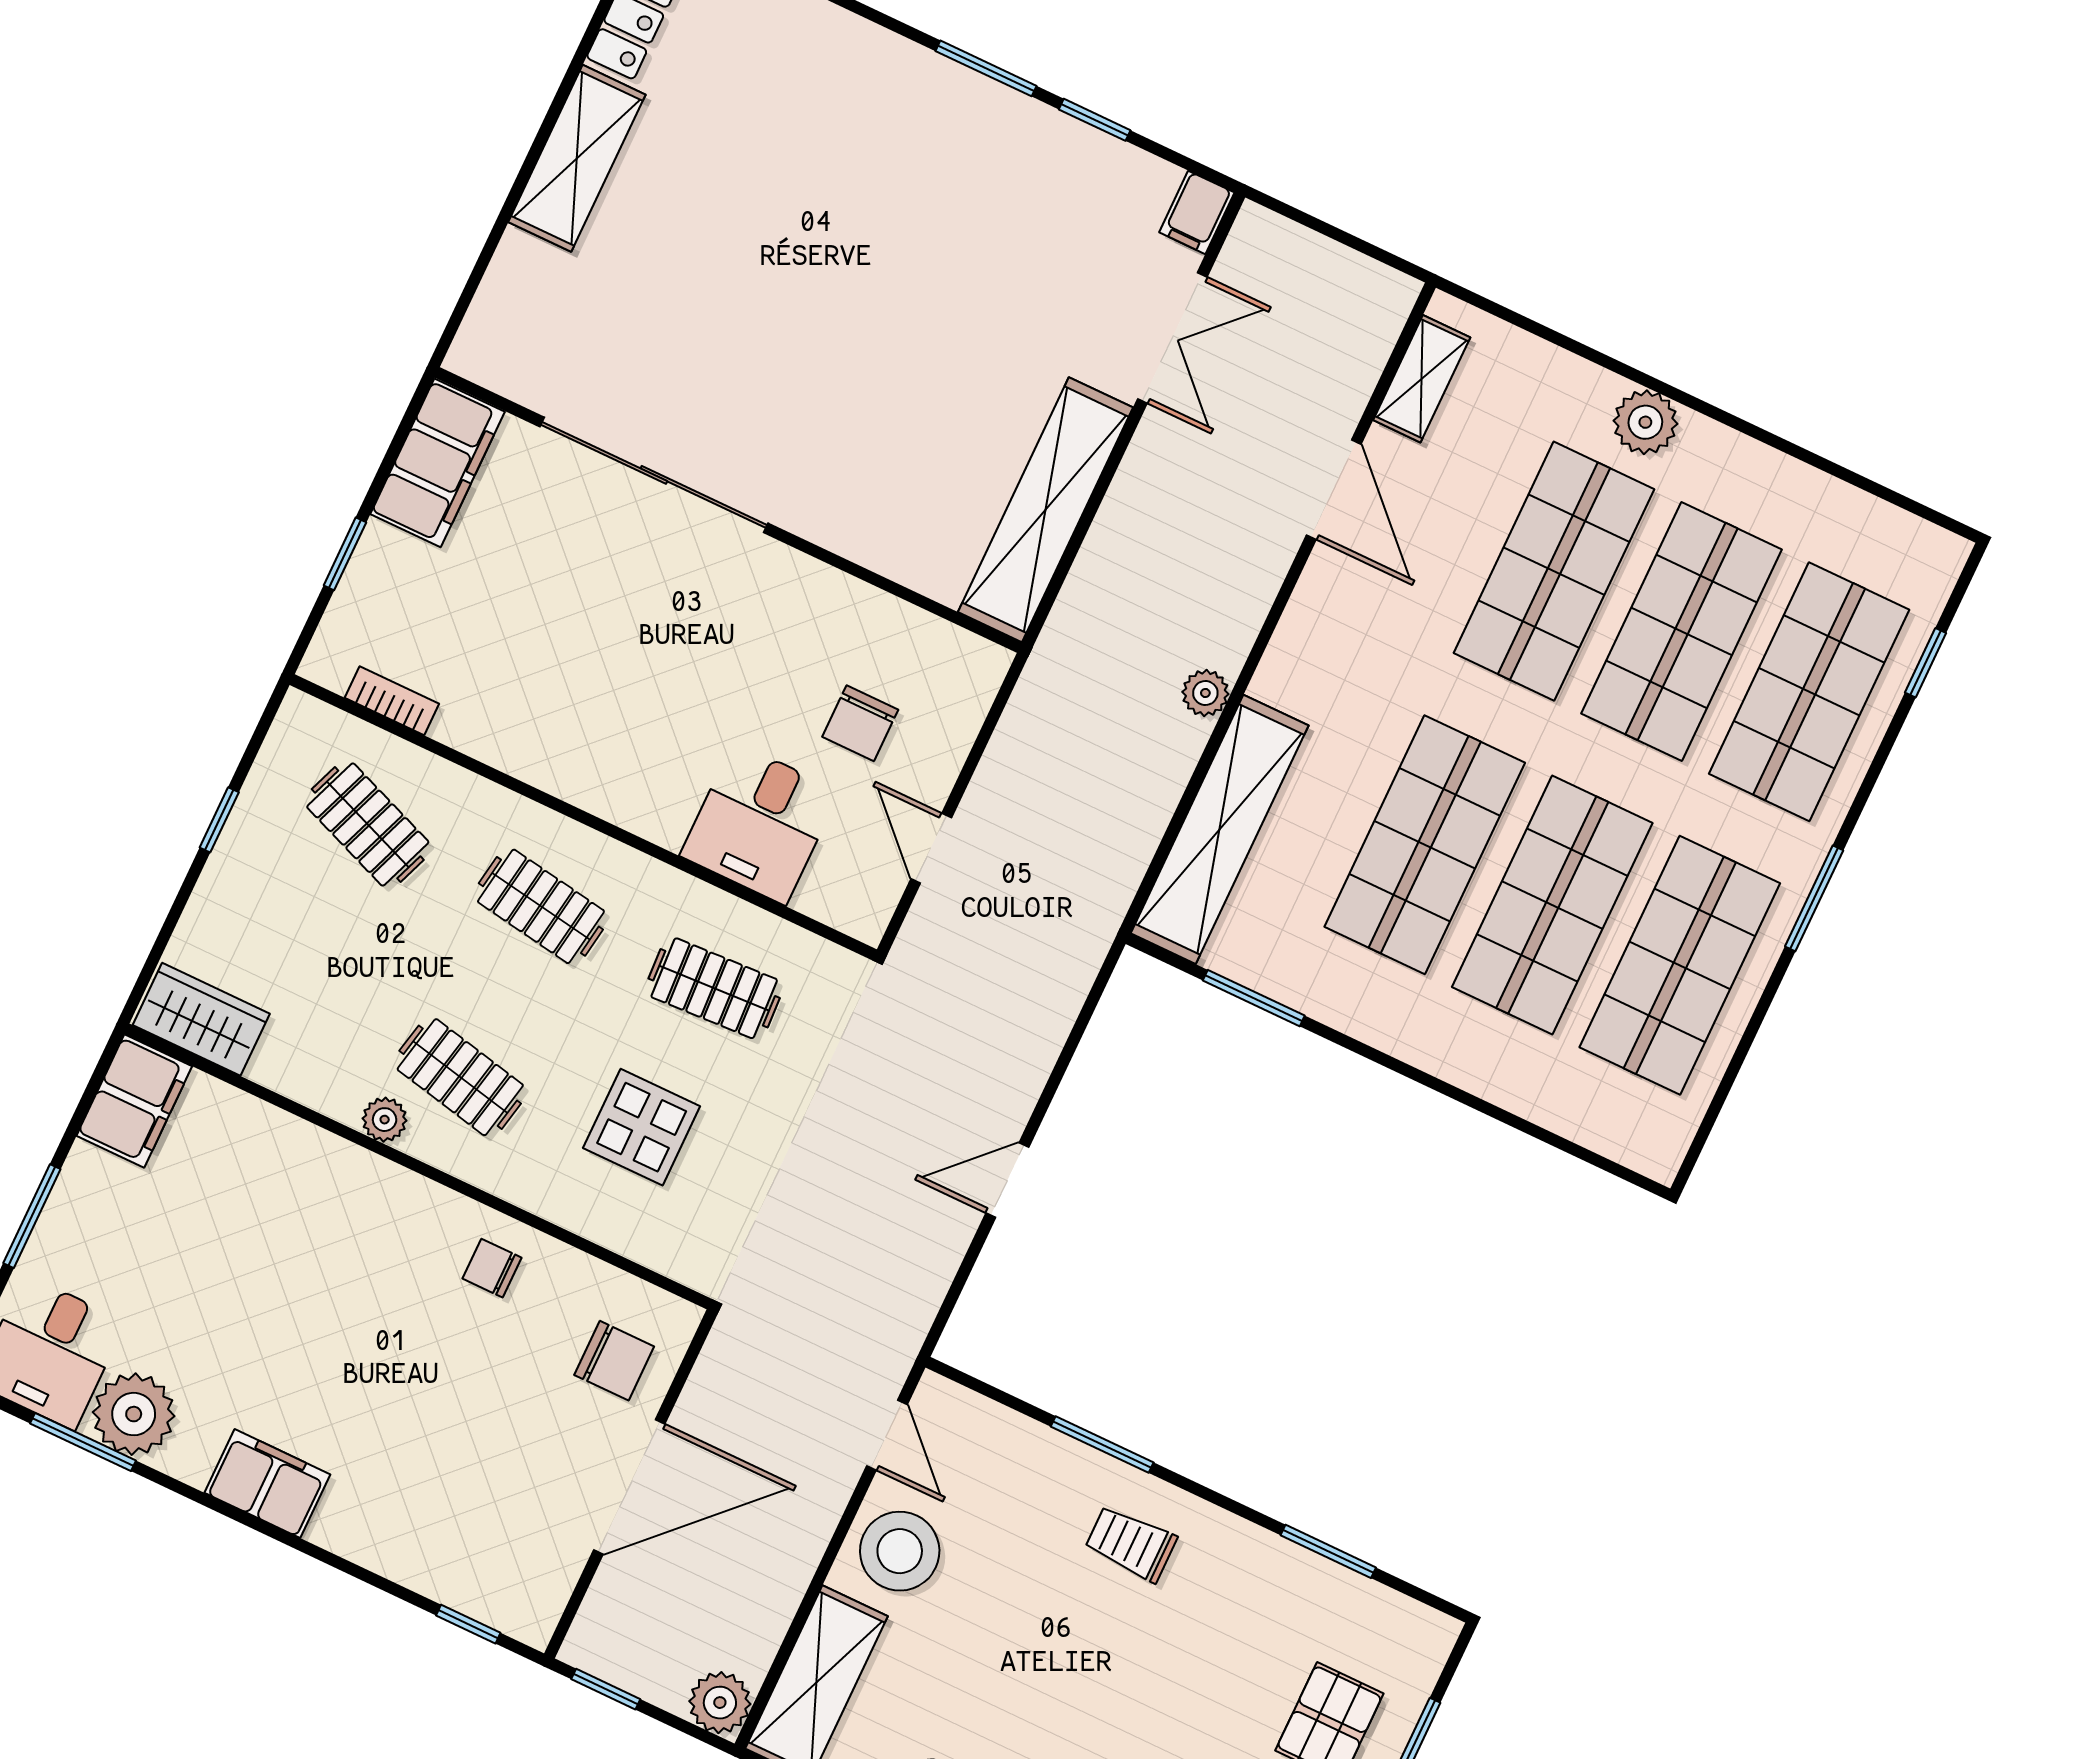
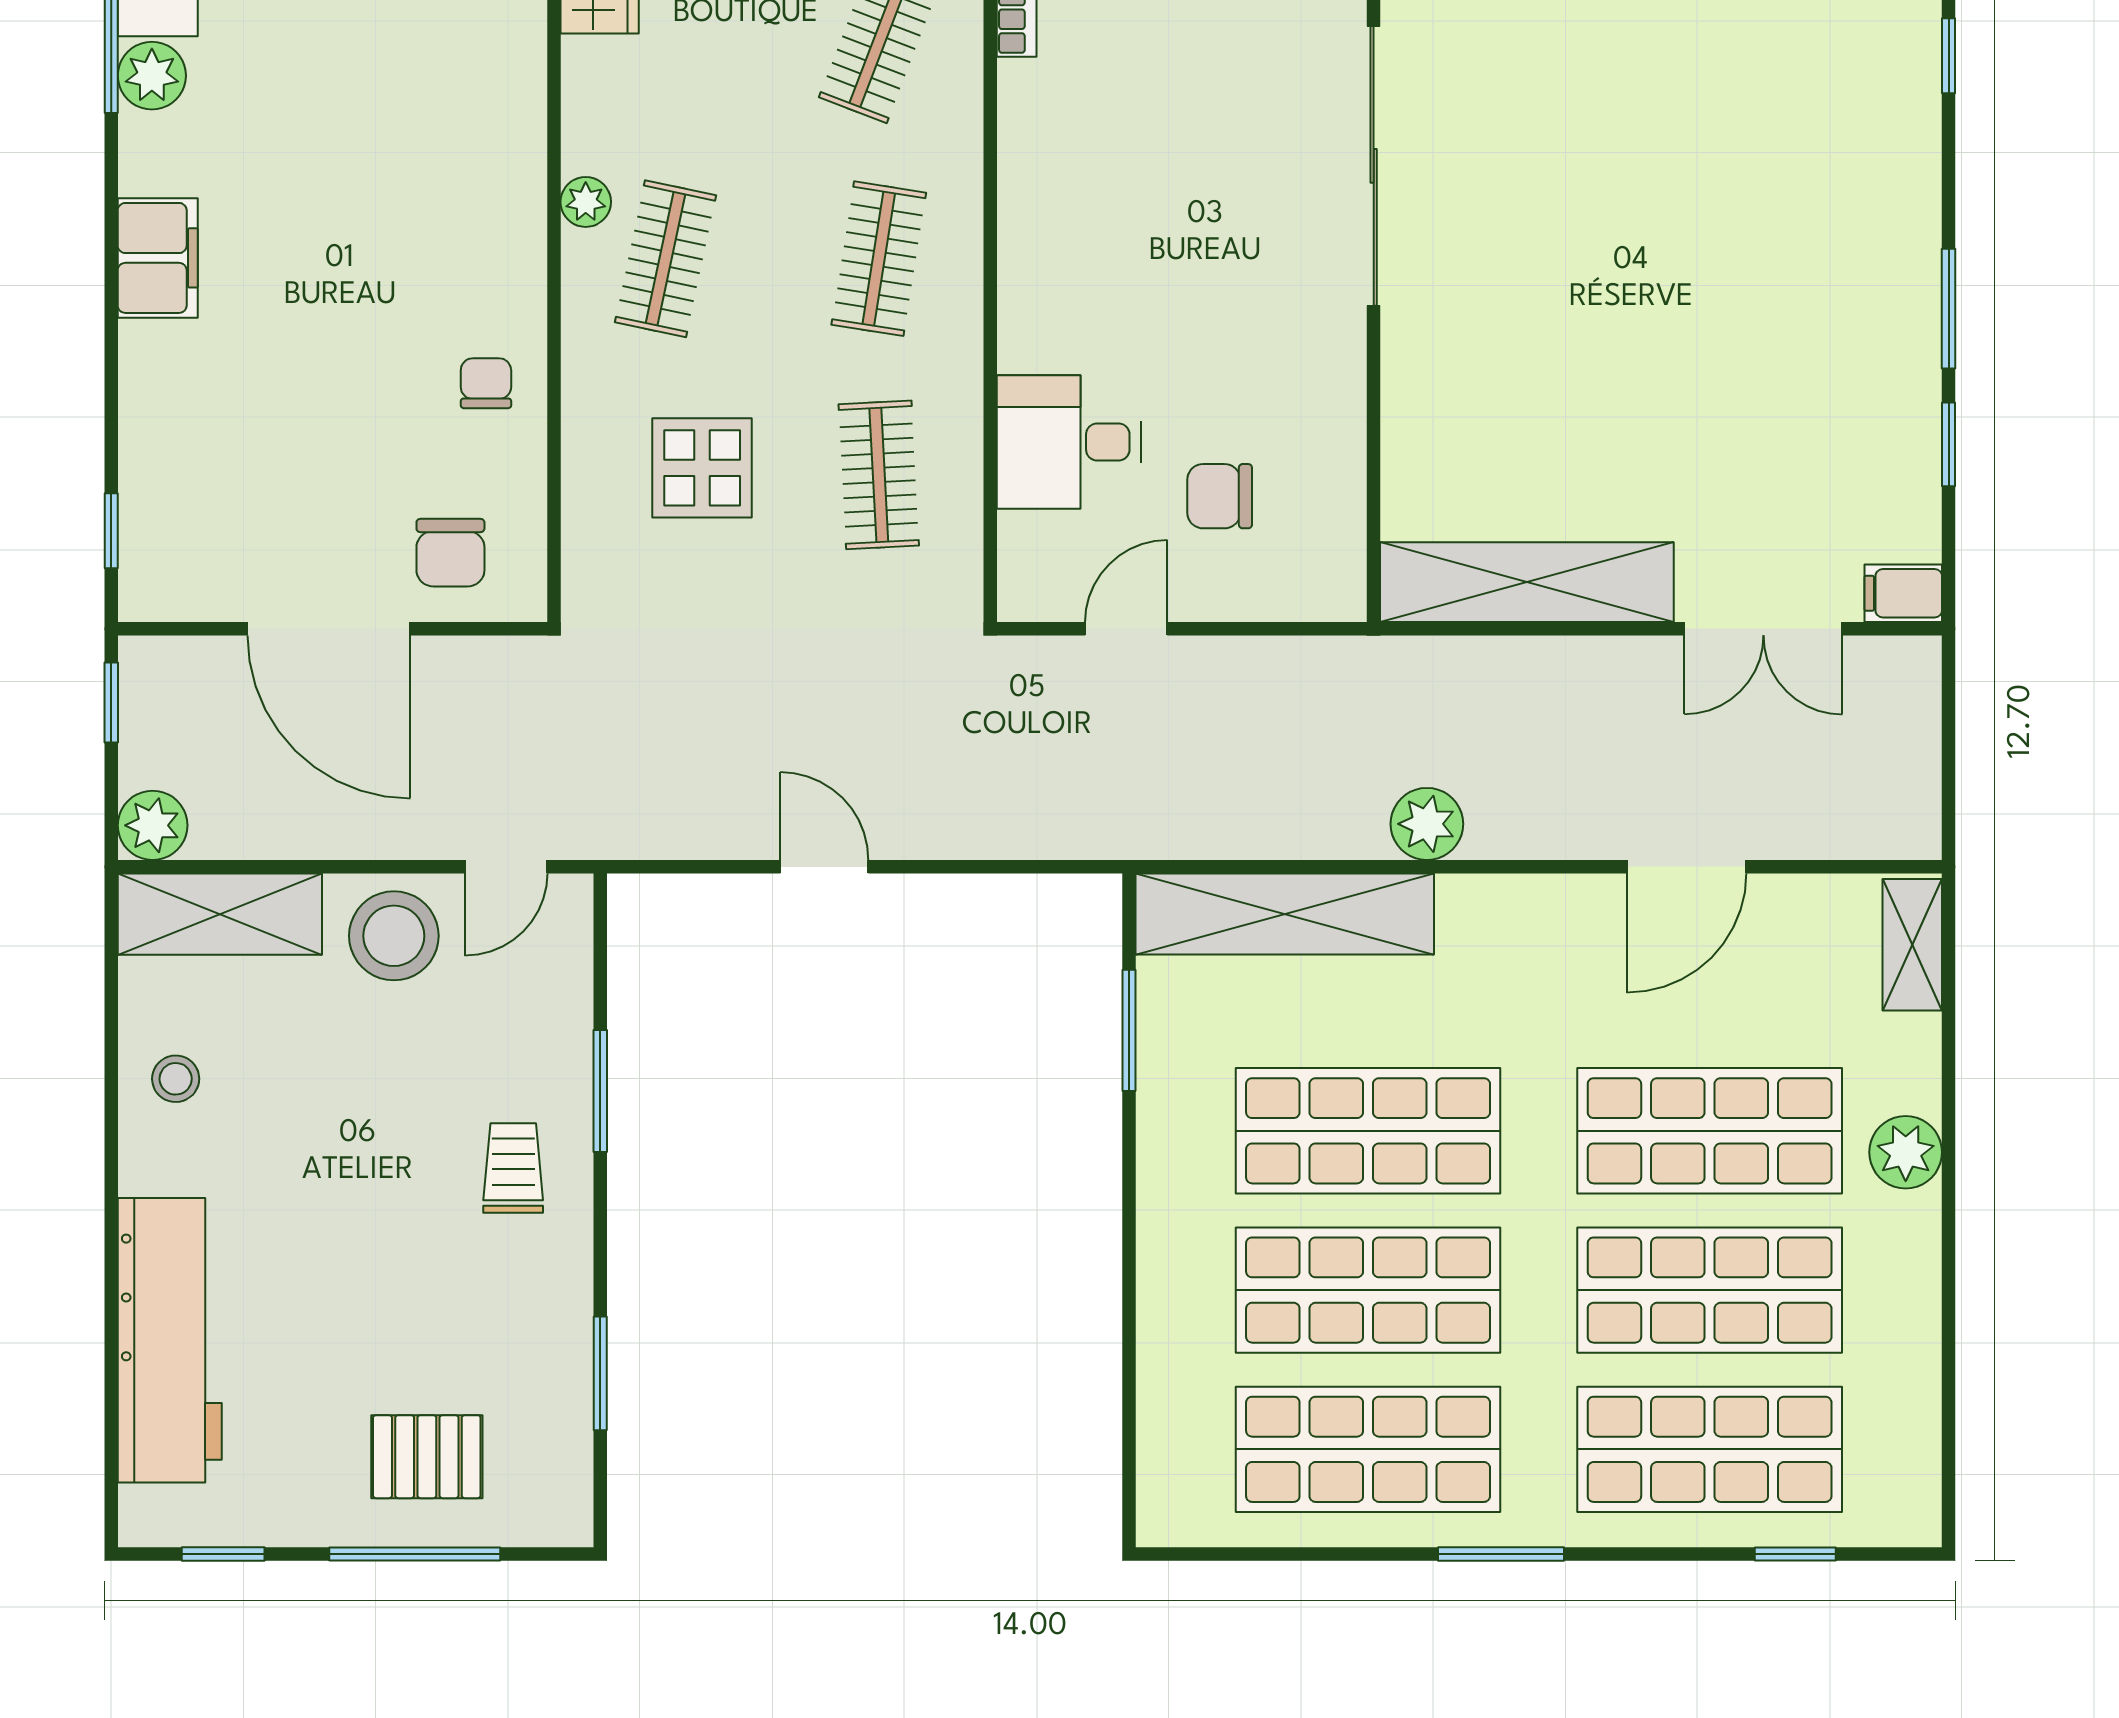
shelving: (1422, 379) -> (1912, 945), moved, turned 90
plant: (1205, 693) -> (1427, 824), width x1.38, depth x1.38
plant: (134, 1414) -> (152, 76), width x0.73, depth x0.73

